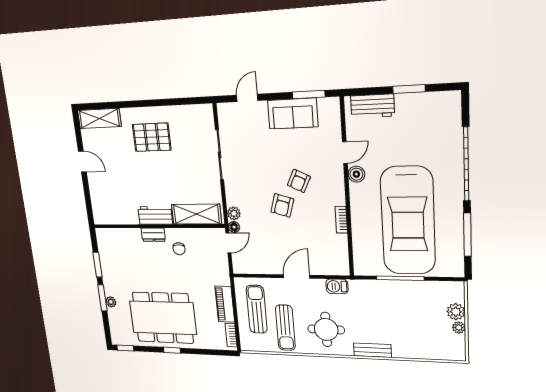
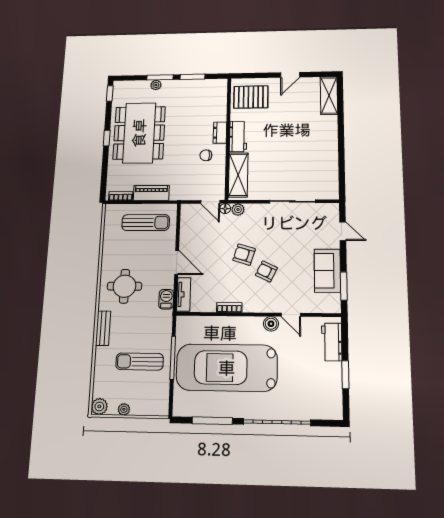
pallet: (152, 137) -> (251, 97), moved, turned 90
tv unit: (330, 268) -> (184, 294), added
plant: (456, 312) -> (99, 406), moved
sun lounger: (285, 328) -> (140, 362), moved

